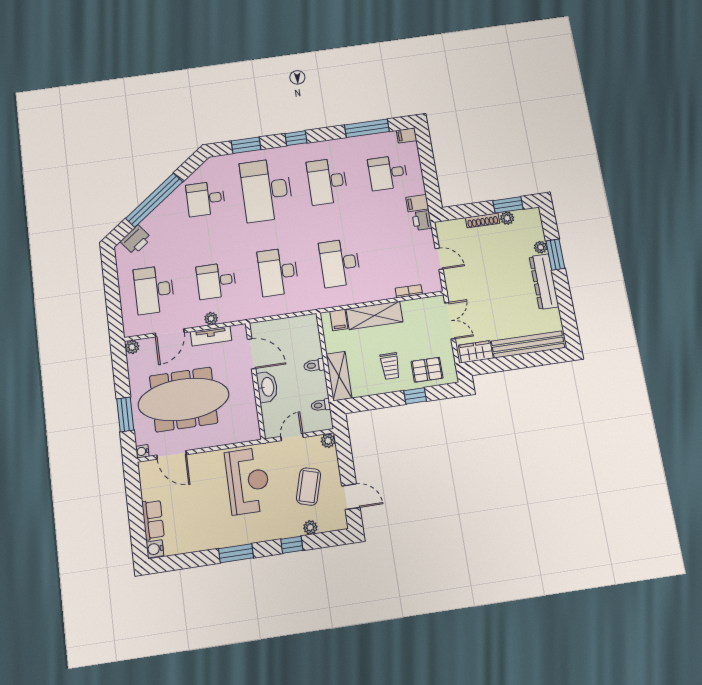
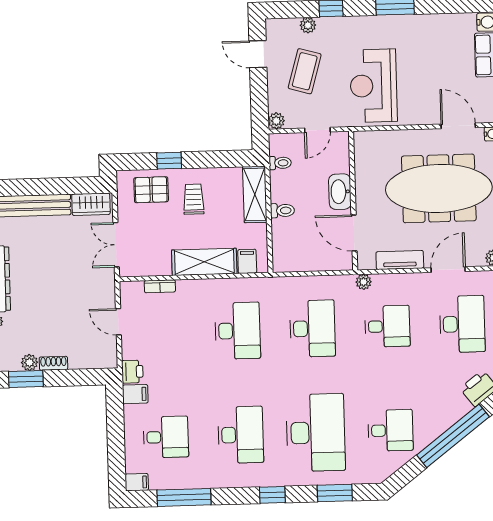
shoe rack: (483, 220) -> (53, 363), width x0.70
plant: (211, 319) -> (364, 282), moved

